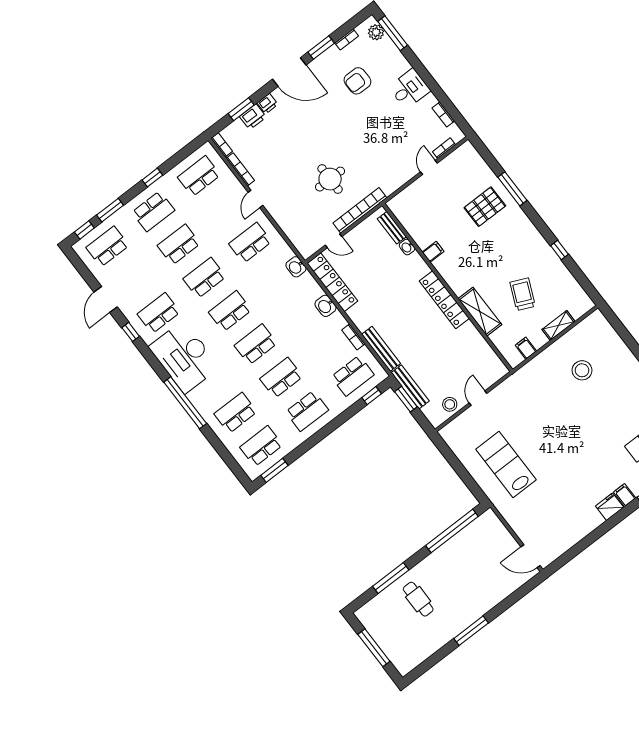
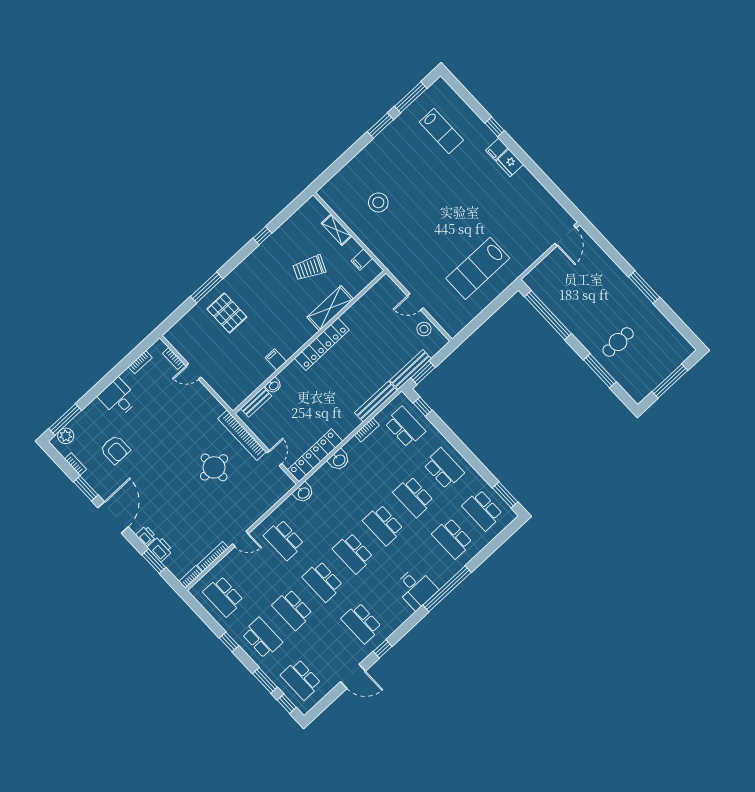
desk: (184, 357) -> (416, 588), width x0.53, depth x0.77

